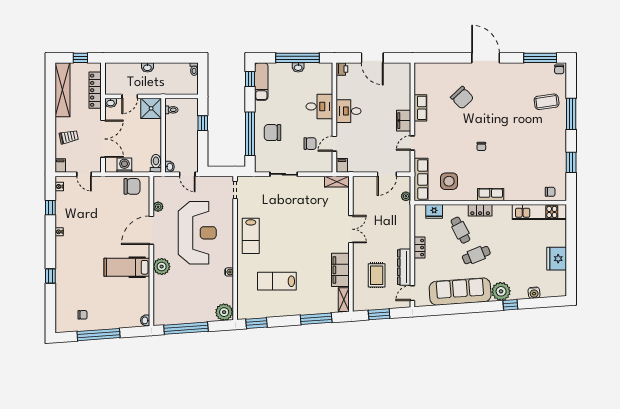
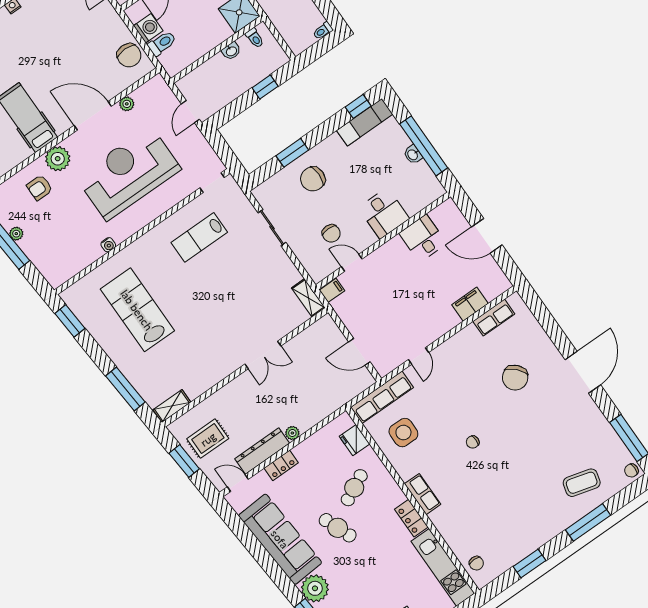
door: (372, 58) -> (487, 236), hinge flipped
printer: (342, 69) -> (448, 209), removed
coffee table: (547, 102) -> (582, 483), turned -67
row of seats: (420, 108) -> (494, 318), moved
desk: (349, 111) -> (423, 238), moved
filing cabinet: (404, 121) -> (470, 304), moved
chair: (273, 133) -> (313, 179), turned -90
window: (250, 134) -> (292, 153), width x0.47
door: (412, 143) -> (418, 356), swing flipped
toilet: (156, 163) -> (162, 43), moved
washbasin: (170, 167) -> (231, 51), moved
plant: (406, 196) -> (292, 433), moved
locker: (480, 210) -> (411, 518), moved
reception desk: (197, 233) -> (128, 173), turned 180
lab bench: (251, 236) -> (199, 237), moved
locker: (419, 248) -> (281, 465), moved
filing cabinet: (340, 270) -> (205, 377), removed
rug: (377, 275) -> (208, 439), moved
lab bench: (277, 281) -> (137, 310), width x1.36, depth x1.39
armchair: (171, 288) -> (40, 188), added
plant: (224, 312) -> (16, 234), moved, width x0.53, depth x0.53

